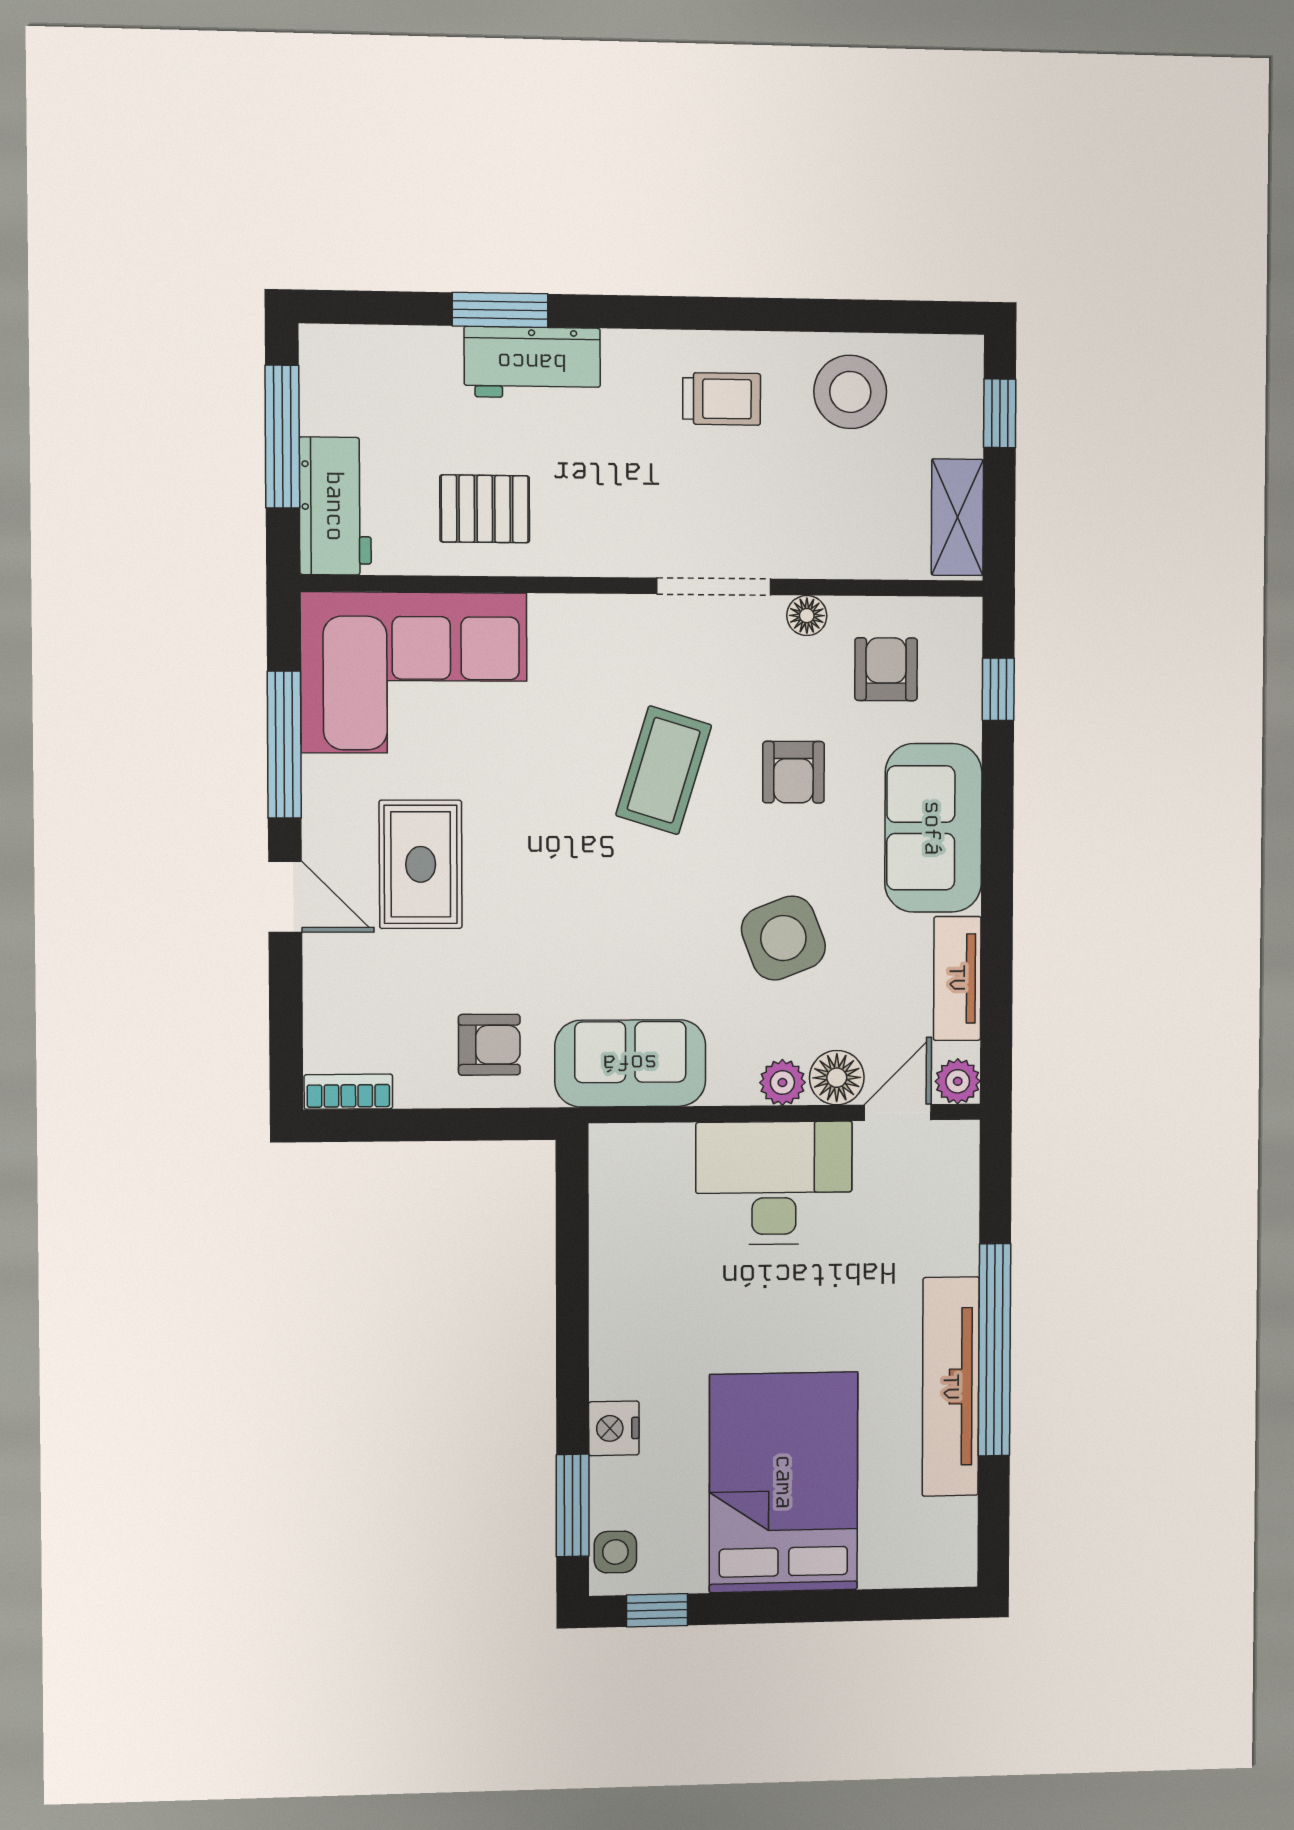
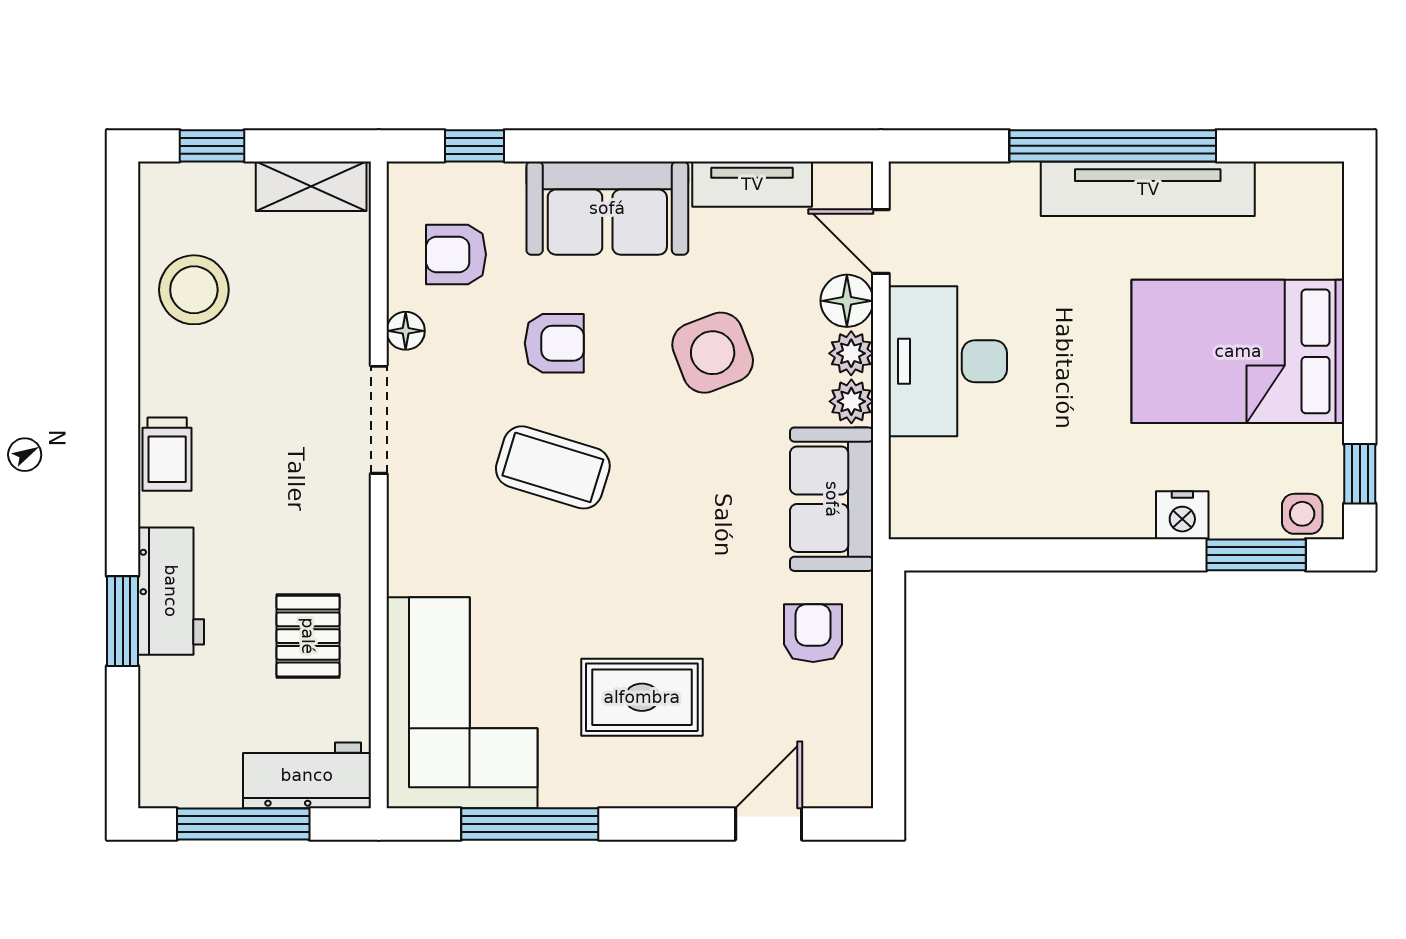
trolley: (722, 399) -> (167, 454), moved, turned 180
door: (285, 897) -> (769, 824), moved
plant: (958, 1081) -> (851, 401), moved
bookcase: (348, 1092) -> (857, 766), removed

